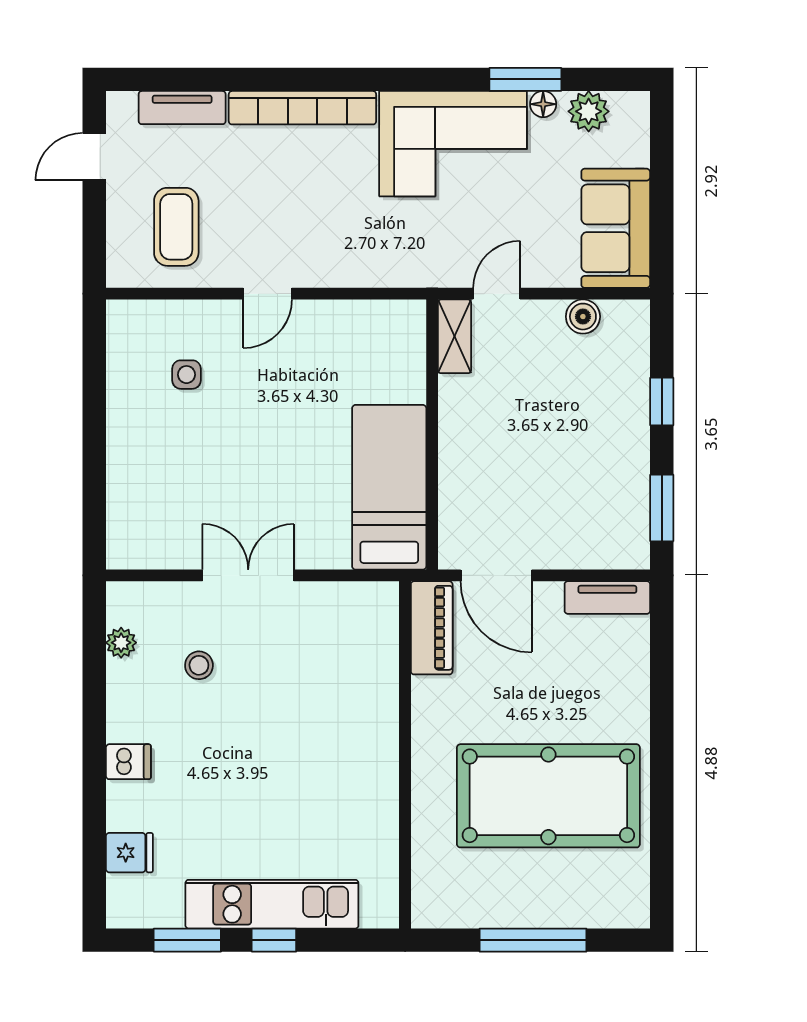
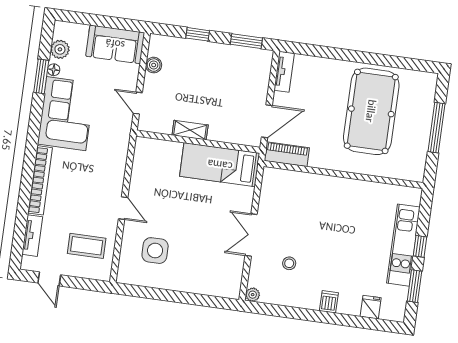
shelving: (454, 336) -> (190, 130), moved
side table: (187, 375) -> (155, 251), width x1.87, depth x1.87
plant: (121, 643) -> (253, 295), moved

